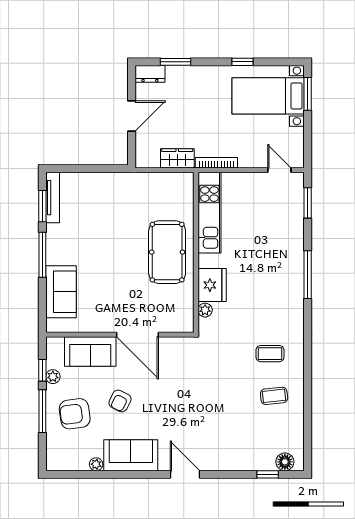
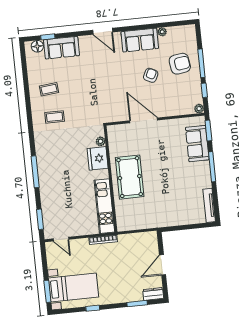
wardrobe: (177, 158) -> (129, 240), removed
window: (42, 206) -> (208, 131), moved
sofa: (90, 352) -> (61, 48), moved, turned 180
plant: (53, 377) -> (199, 109), moved

